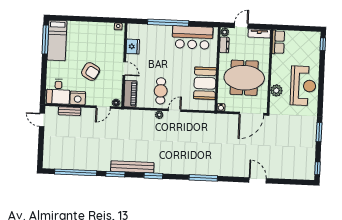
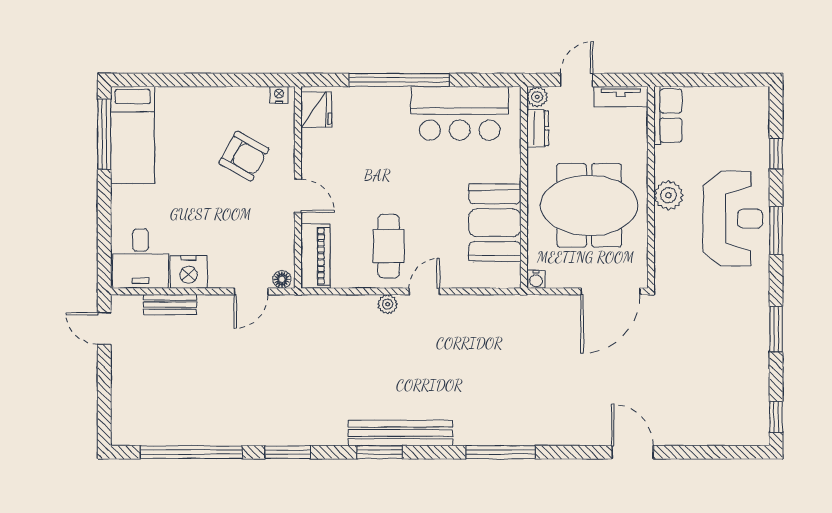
window: (323, 44) -> (776, 154), moved
fridge: (133, 46) -> (316, 110), moved
armchair: (91, 71) -> (244, 156), moved
plant: (276, 90) -> (668, 195), moved
window: (321, 91) -> (776, 230), added
bench: (132, 167) -> (400, 433), moved

